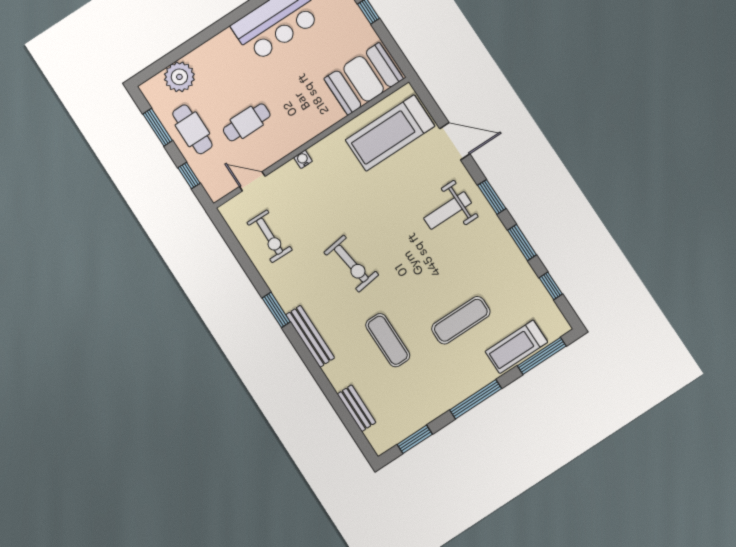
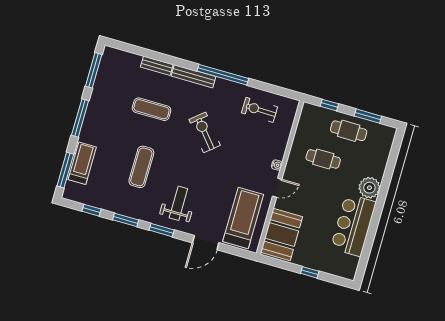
plant: (179, 77) -> (369, 188), moved
cafe table: (247, 122) -> (323, 159), turned 90
door: (252, 181) -> (277, 188), moved
exercise bike: (351, 264) -> (205, 132), turned 58
window: (276, 310) -> (223, 75), width x2.11
exercise mat: (461, 320) -> (141, 167), moved
bench: (357, 408) -> (157, 66), moved
window: (415, 439) -> (94, 70), width x1.44

